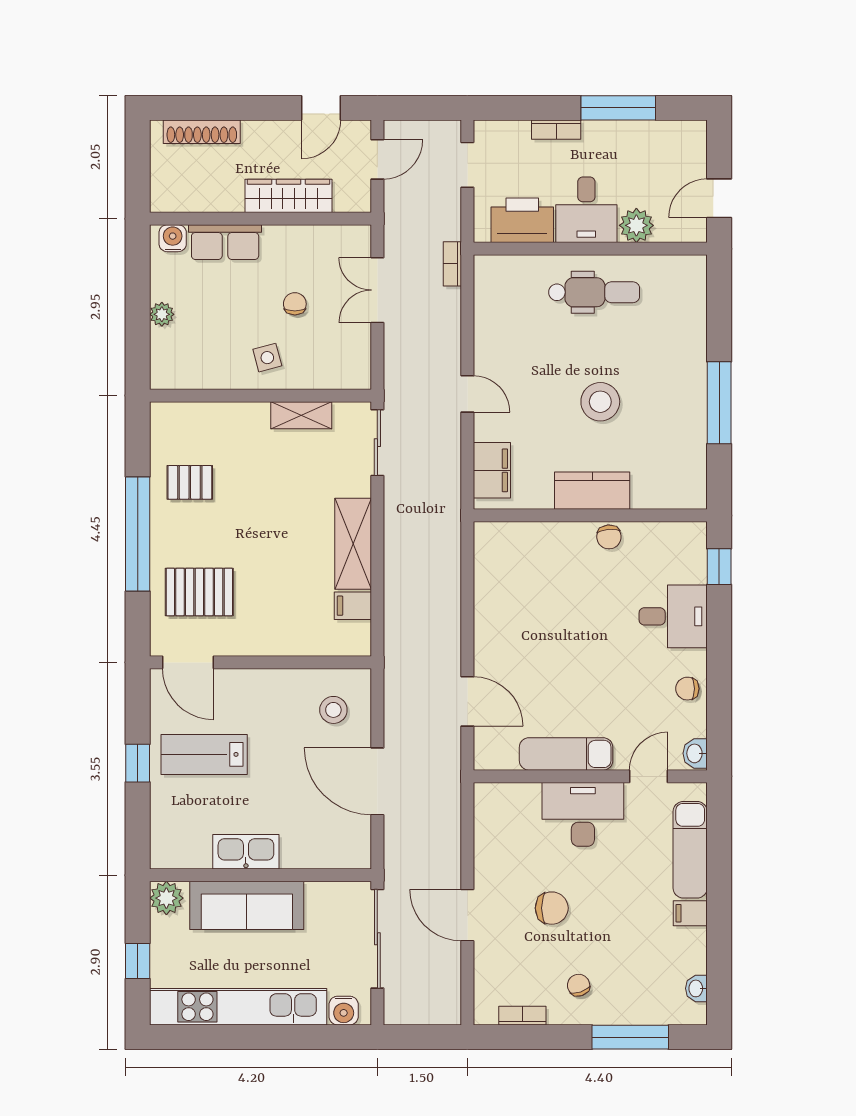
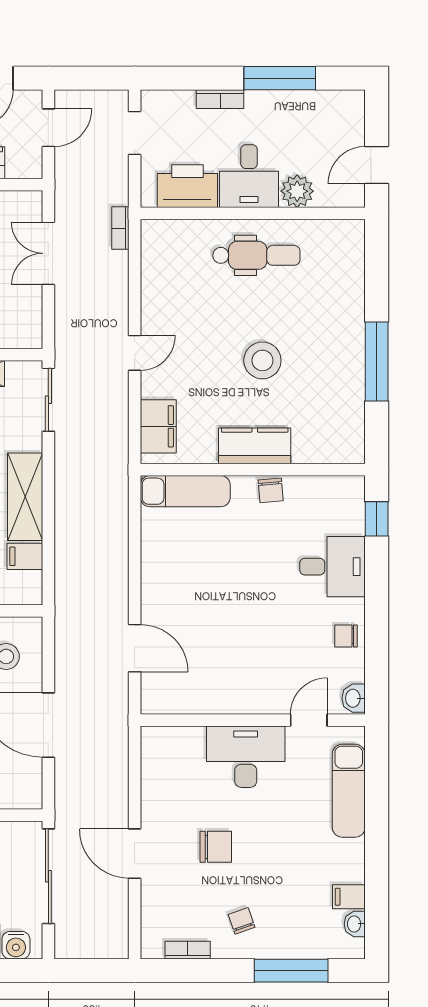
door: (467, 394) -> (135, 353), hinge flipped
exam couch: (566, 754) -> (185, 491), moved, turned 180
filing cabinet: (690, 913) -> (349, 897), moved

